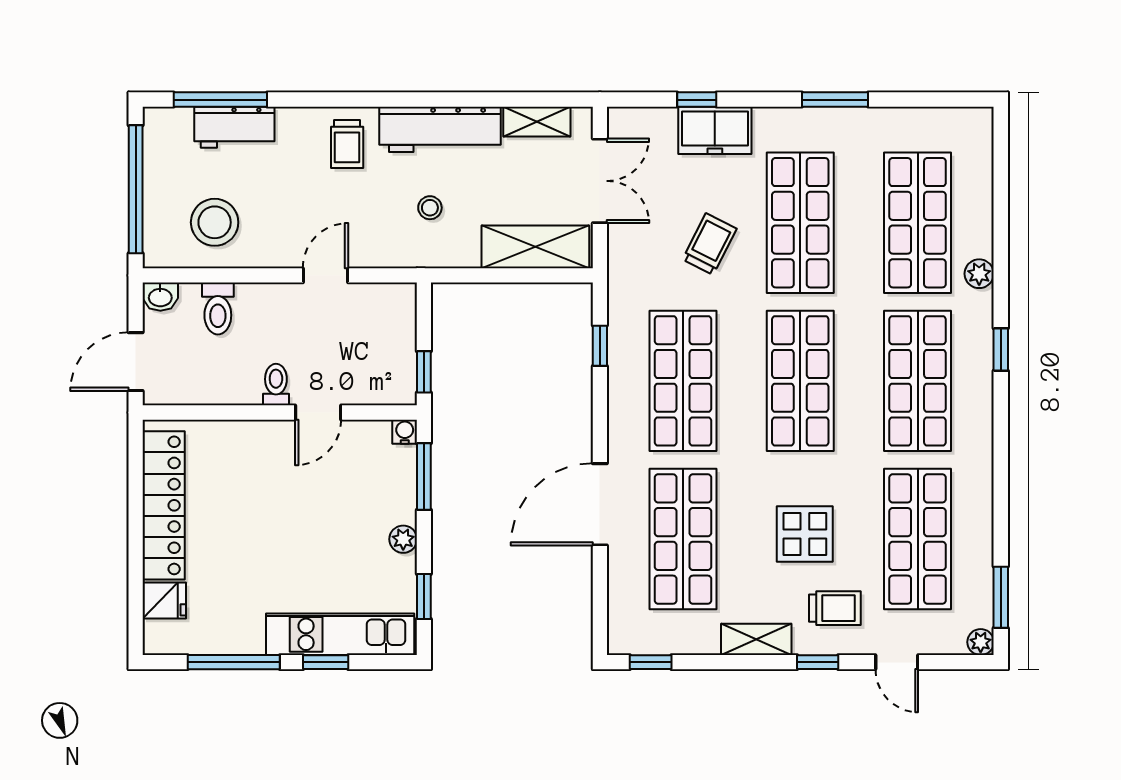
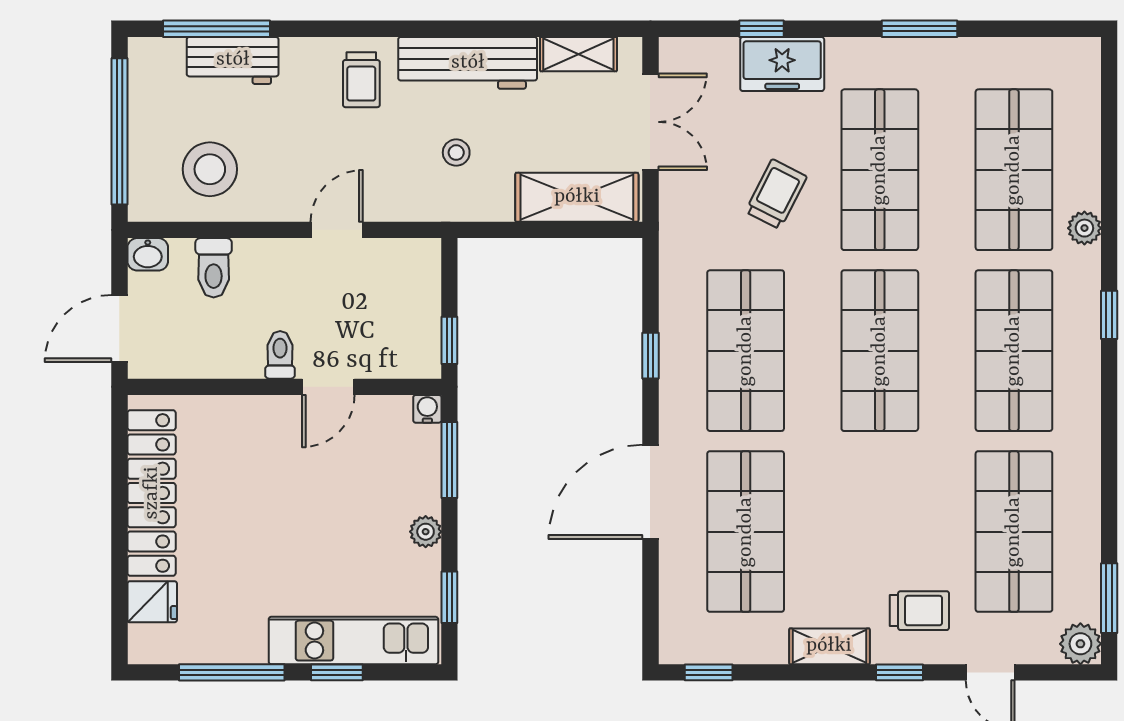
window: (600, 346) -> (650, 356), moved
display table: (805, 534) -> (885, 526), removed
plant: (981, 642) -> (1080, 644), width x1.38, depth x1.38

